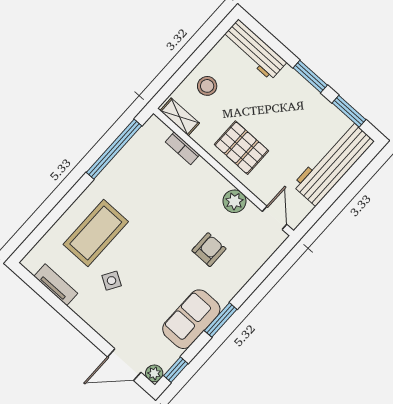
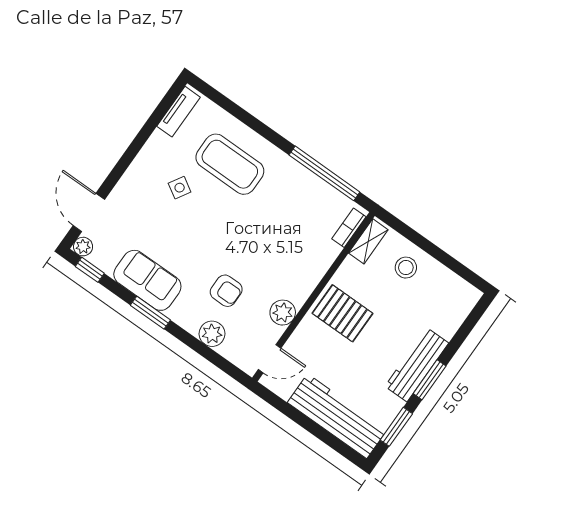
workbench: (254, 50) -> (417, 365), moved
bookcase: (182, 148) -> (349, 228), moved
pallet: (241, 148) -> (342, 313), turned 90
plant: (246, 267) -> (212, 334), added
tv unit: (56, 285) -> (178, 112), moved

